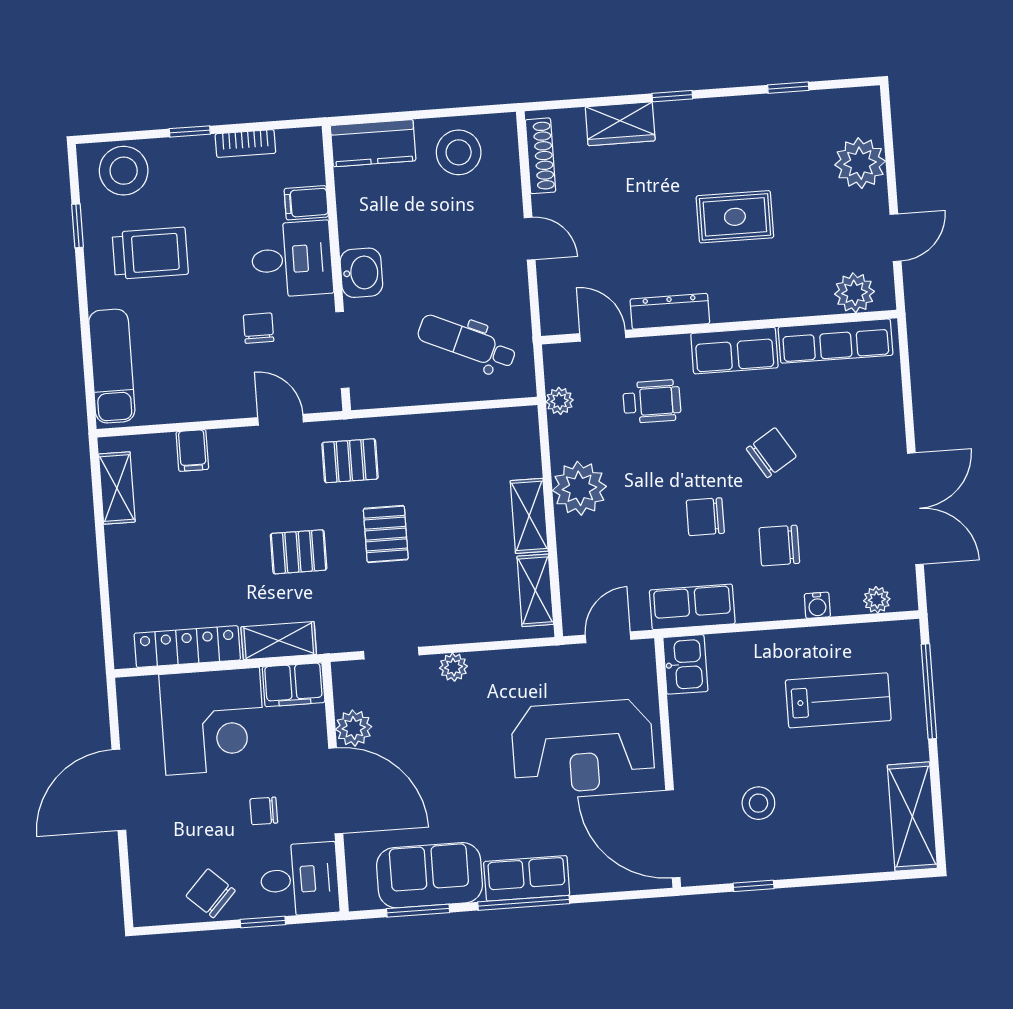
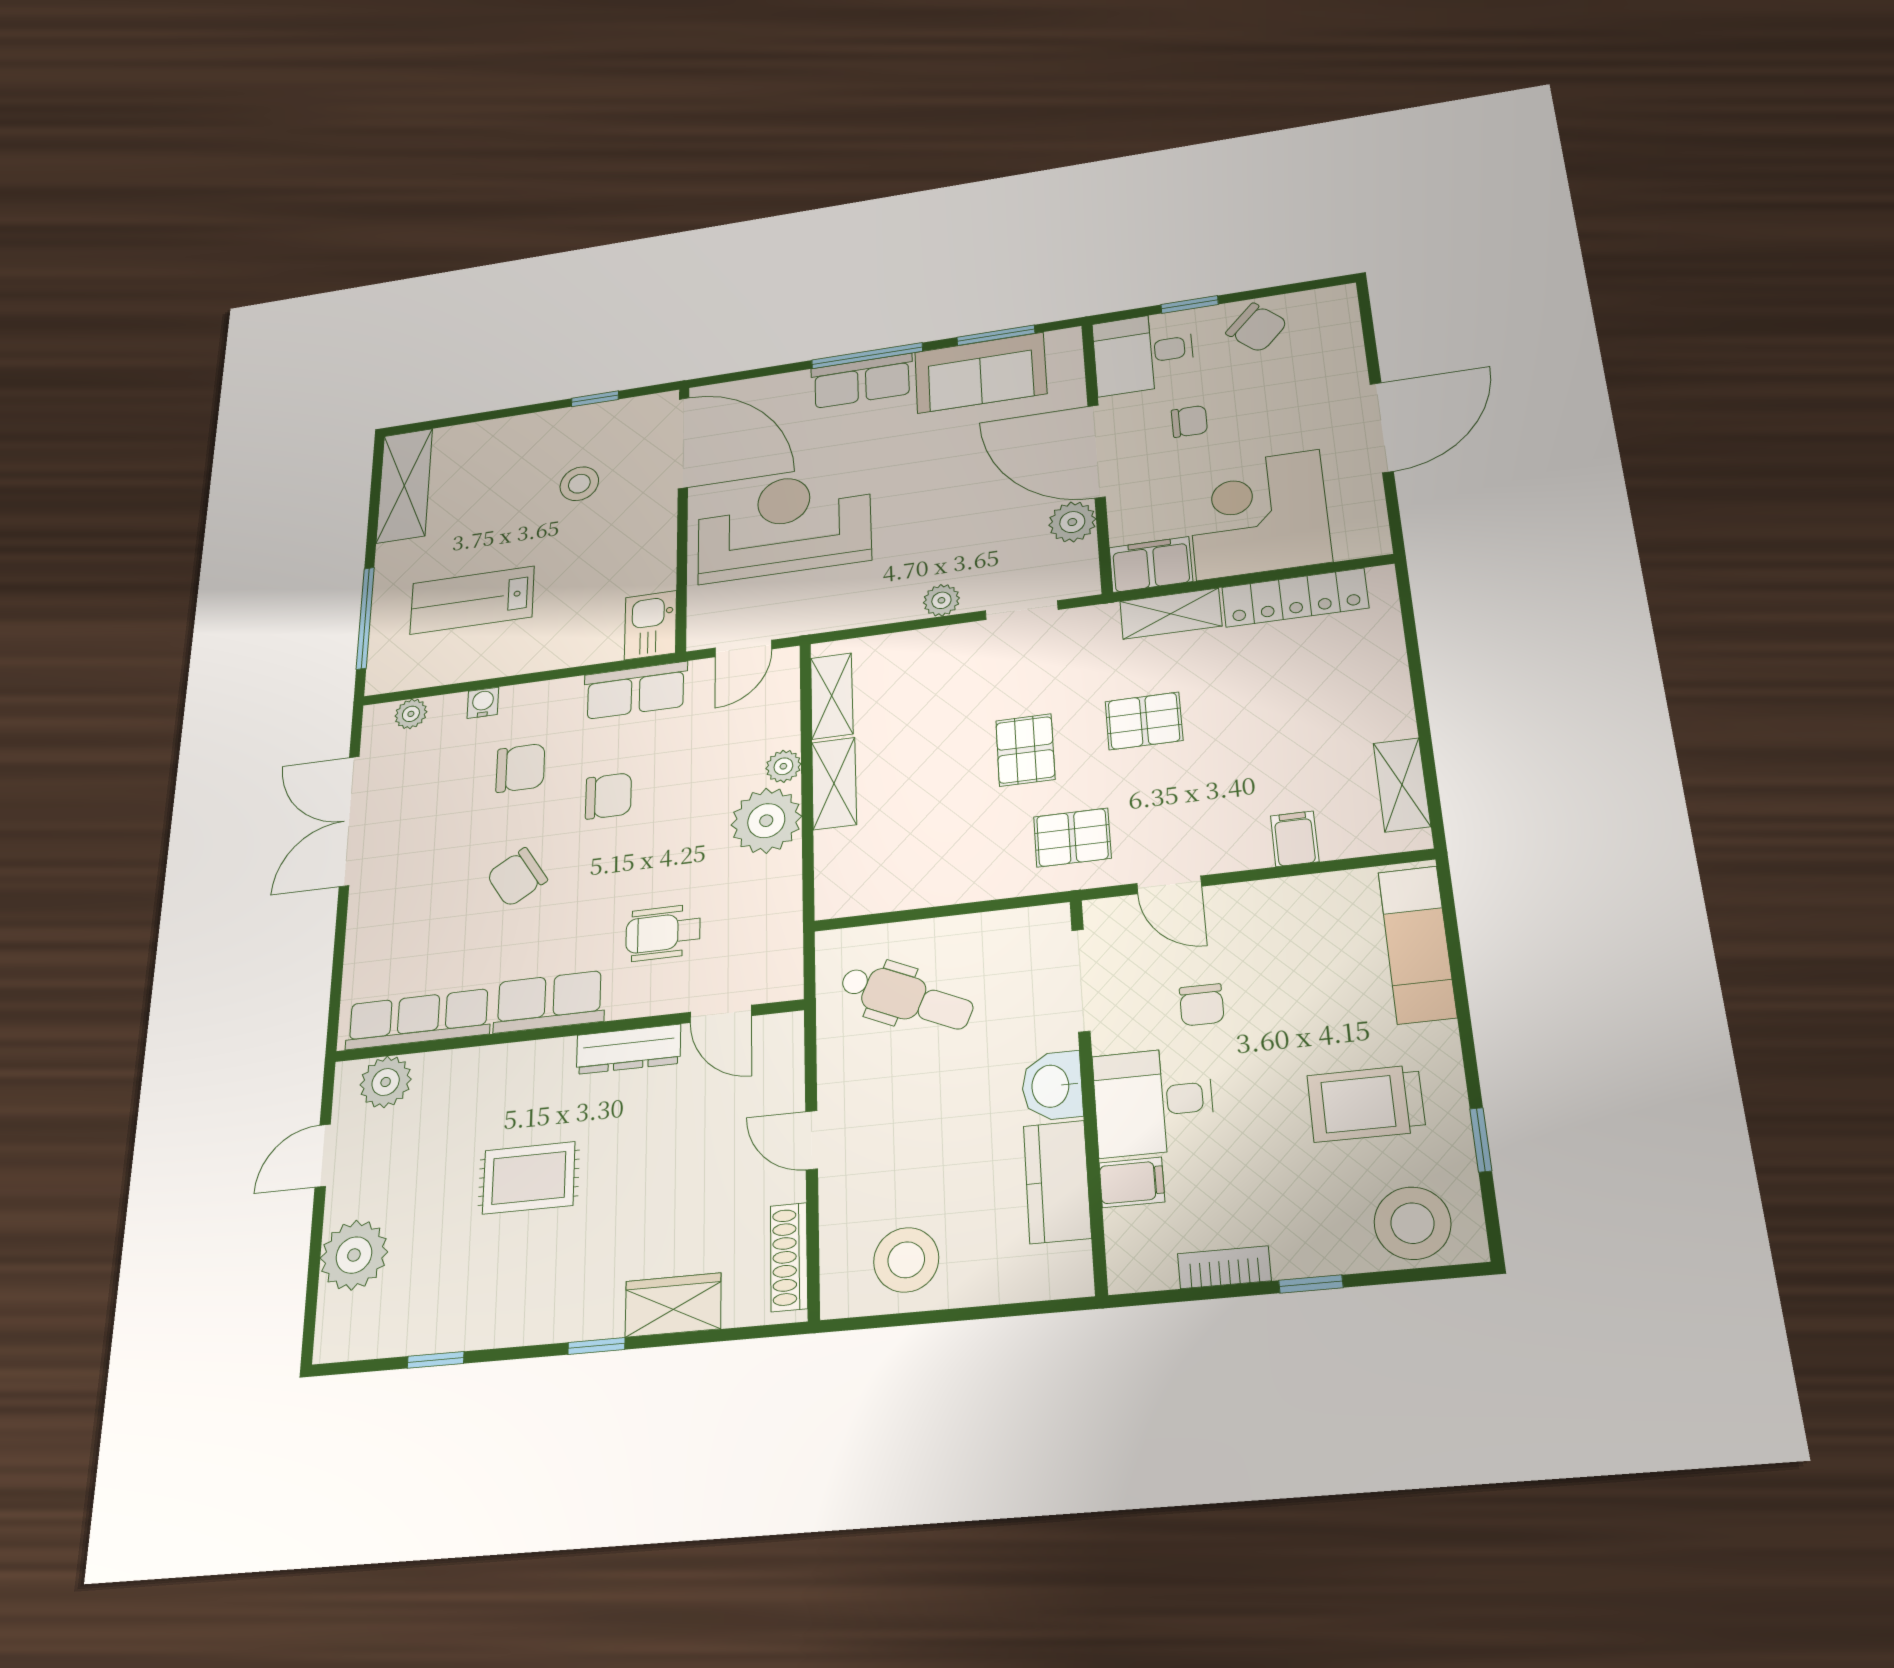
kitchen counter: (373, 143) -> (1057, 1182), moved, turned -90
plant: (560, 401) -> (783, 766), moved

